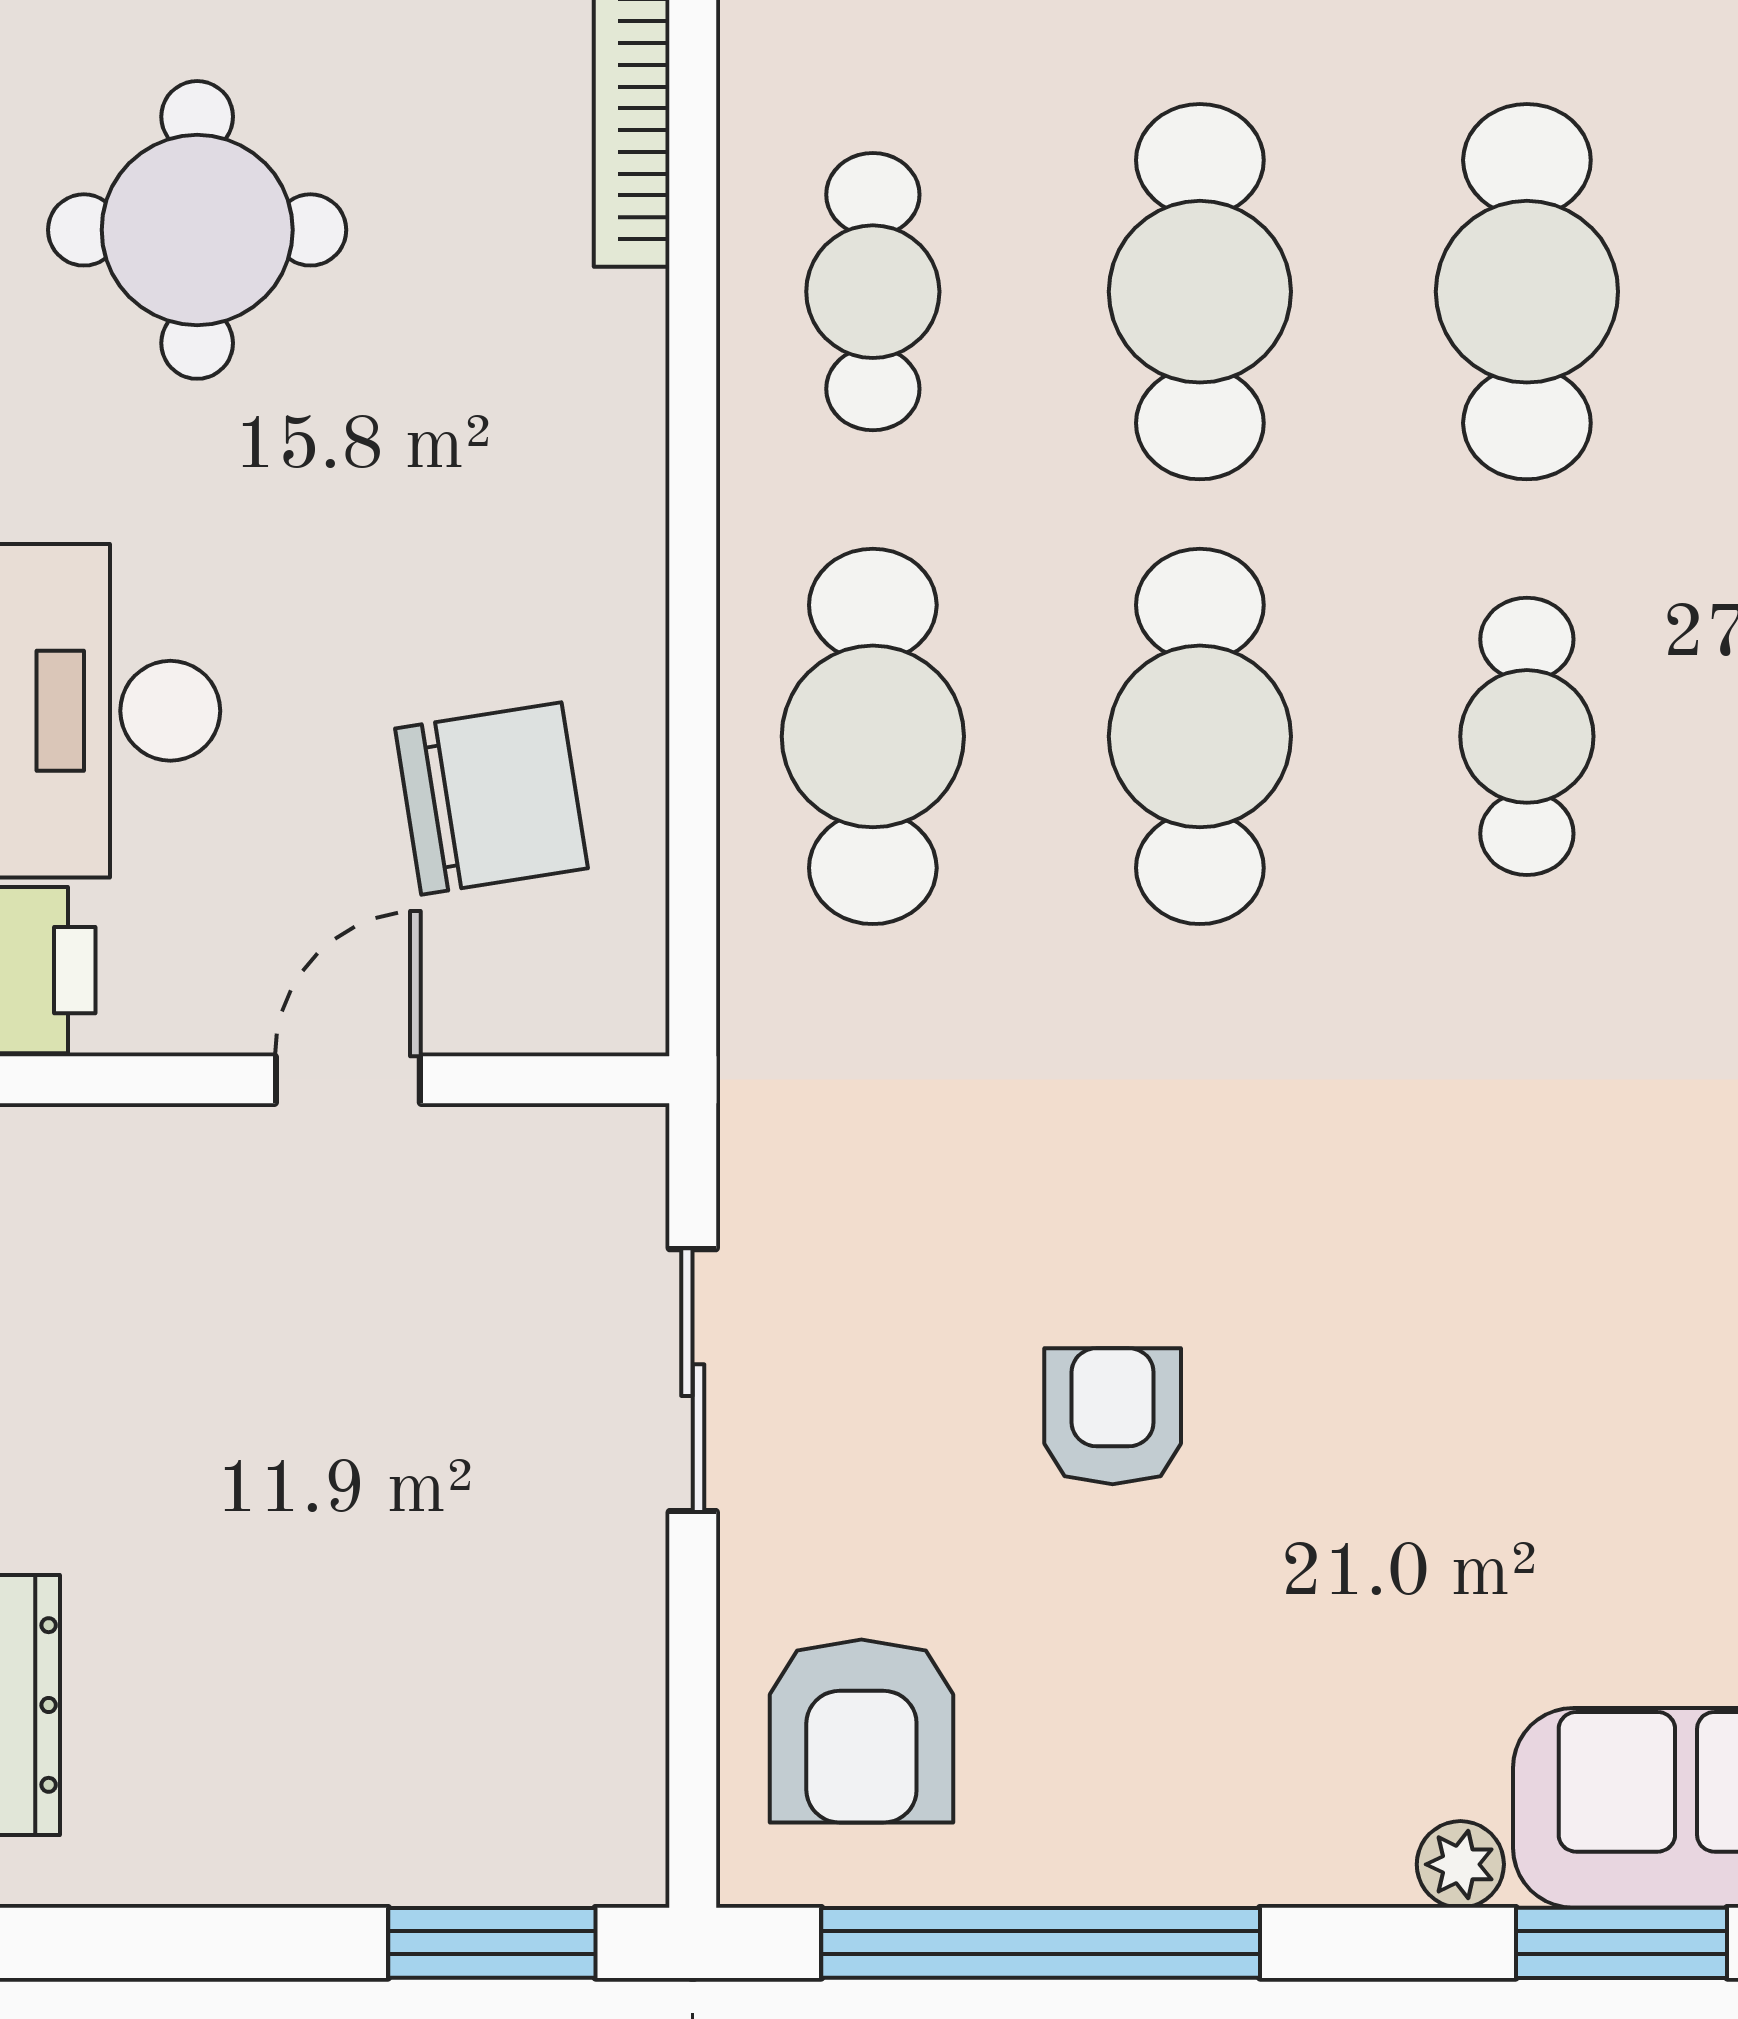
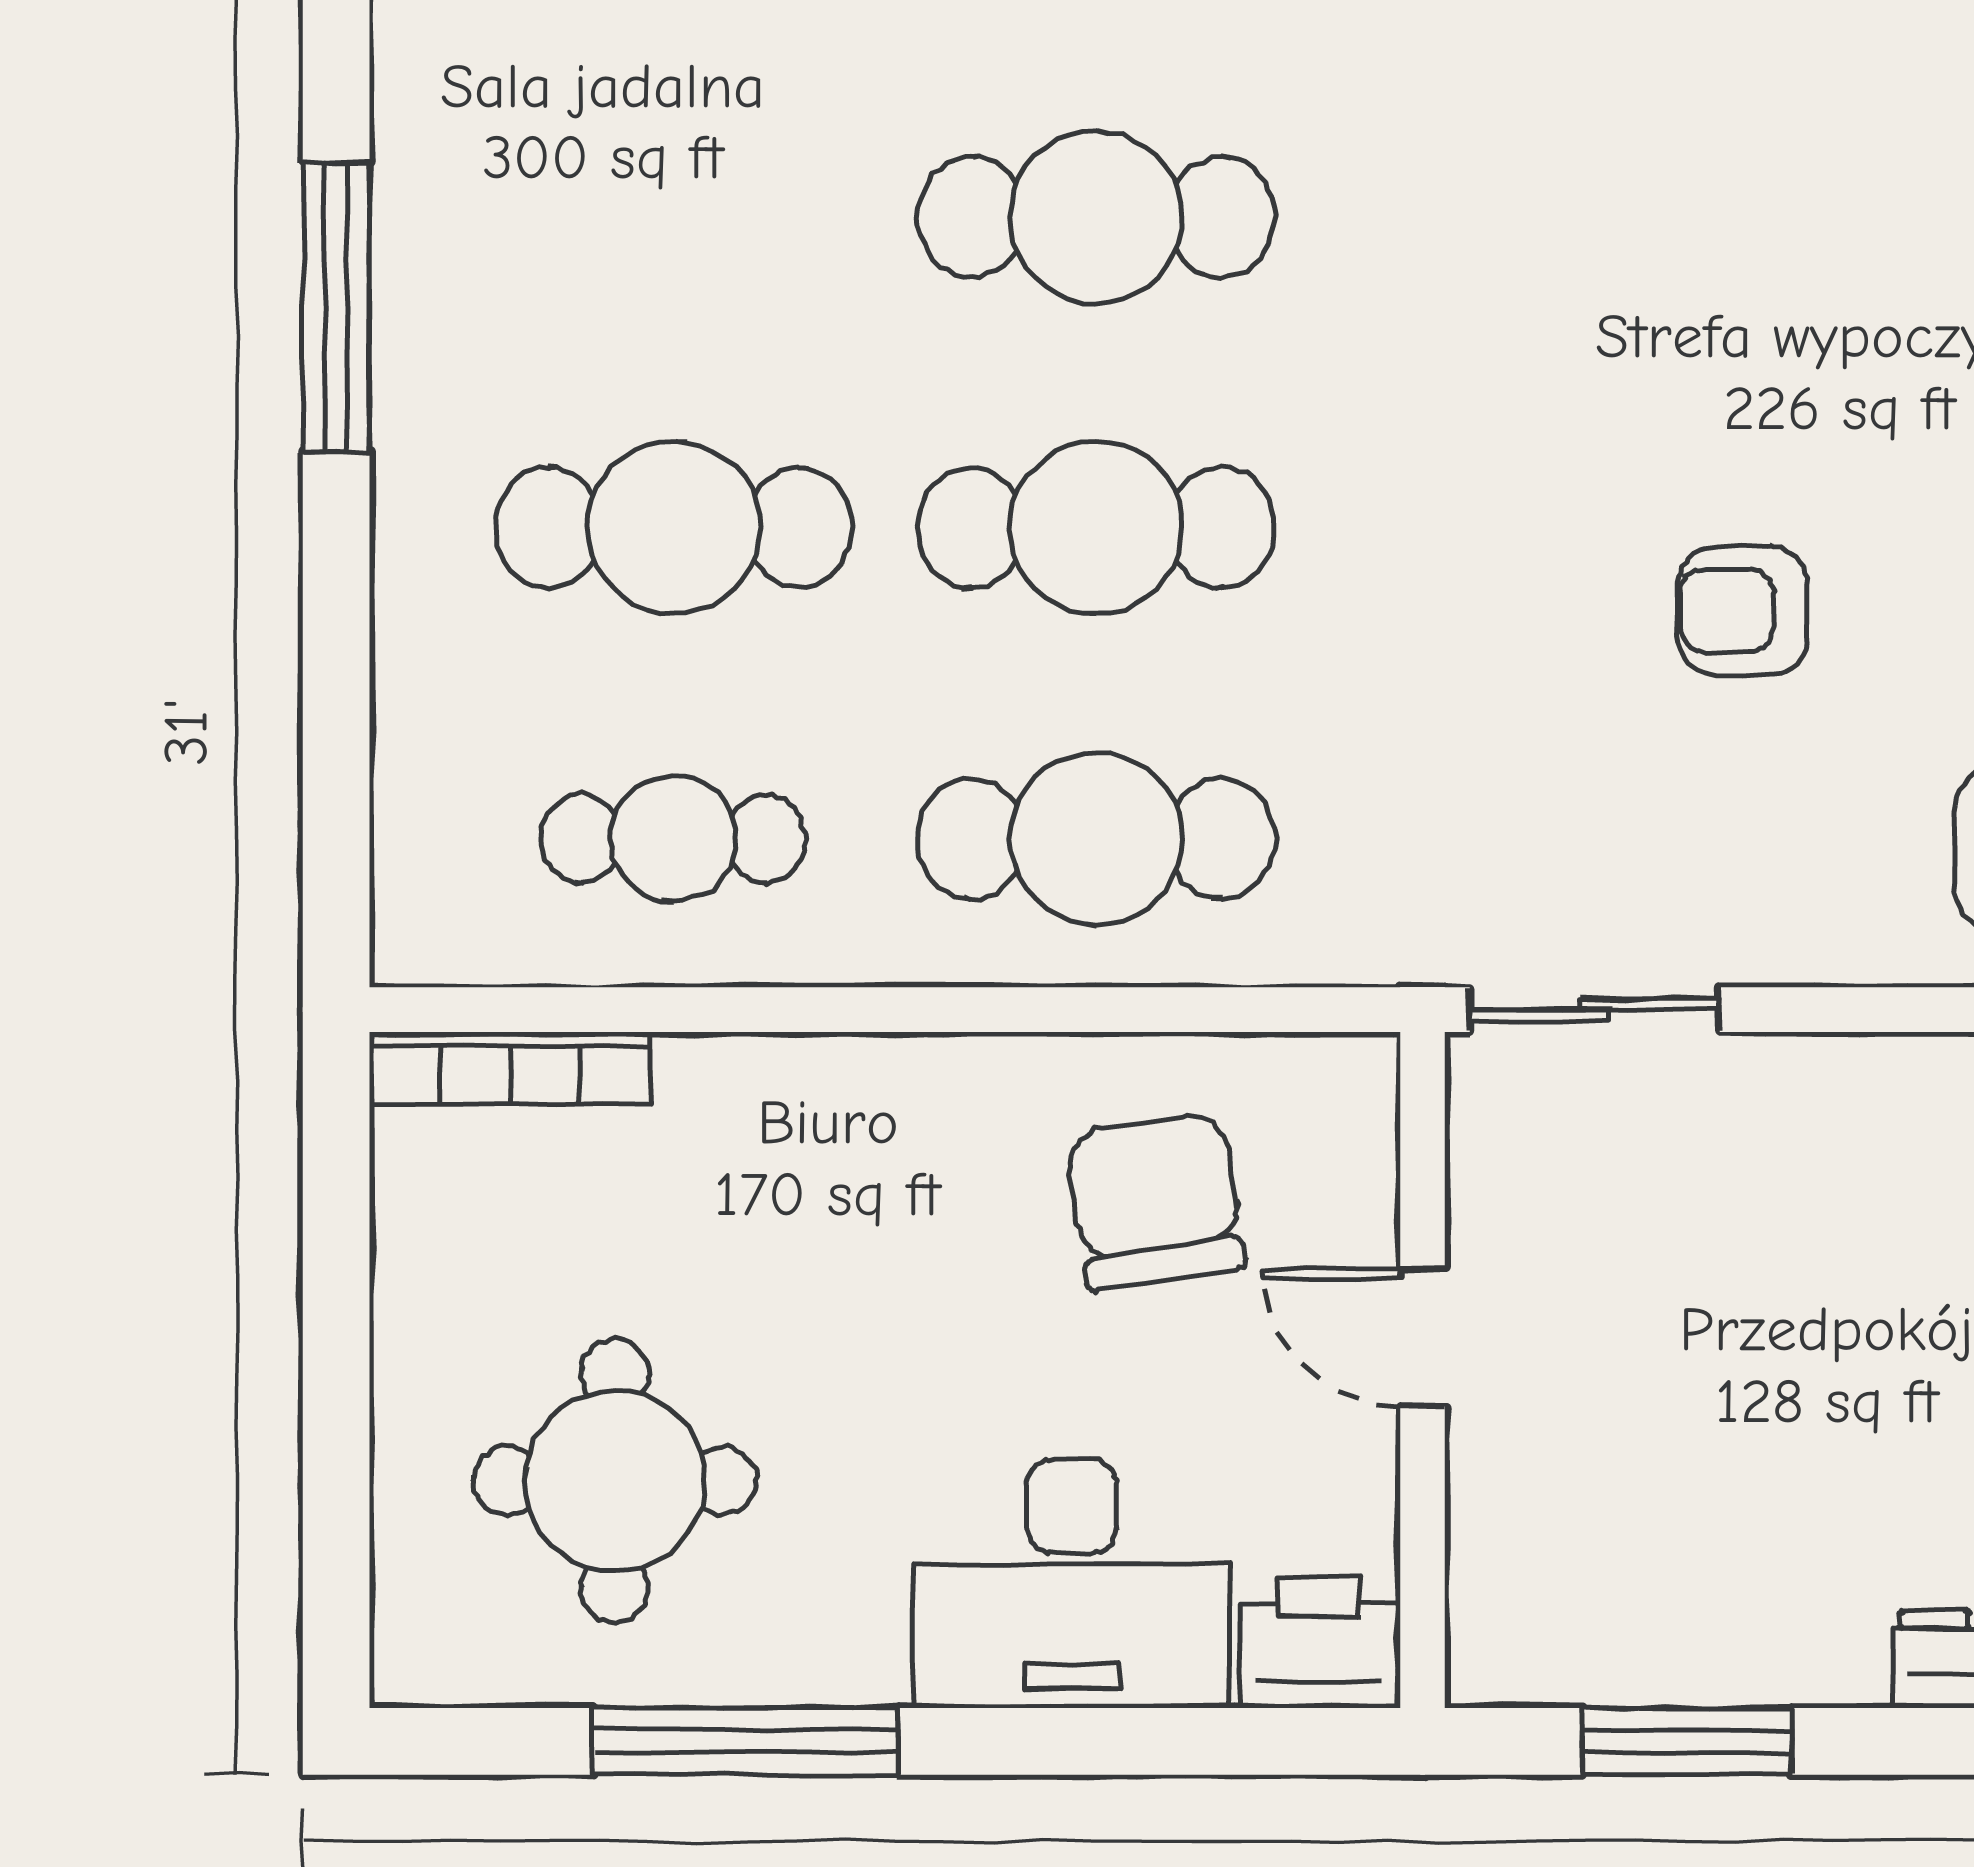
cafe table: (1527, 292) -> (674, 217), removed
cafe table: (1527, 736) -> (1096, 217), width x1.37, depth x1.35
sliding door: (693, 1380) -> (1595, 1010), moved

